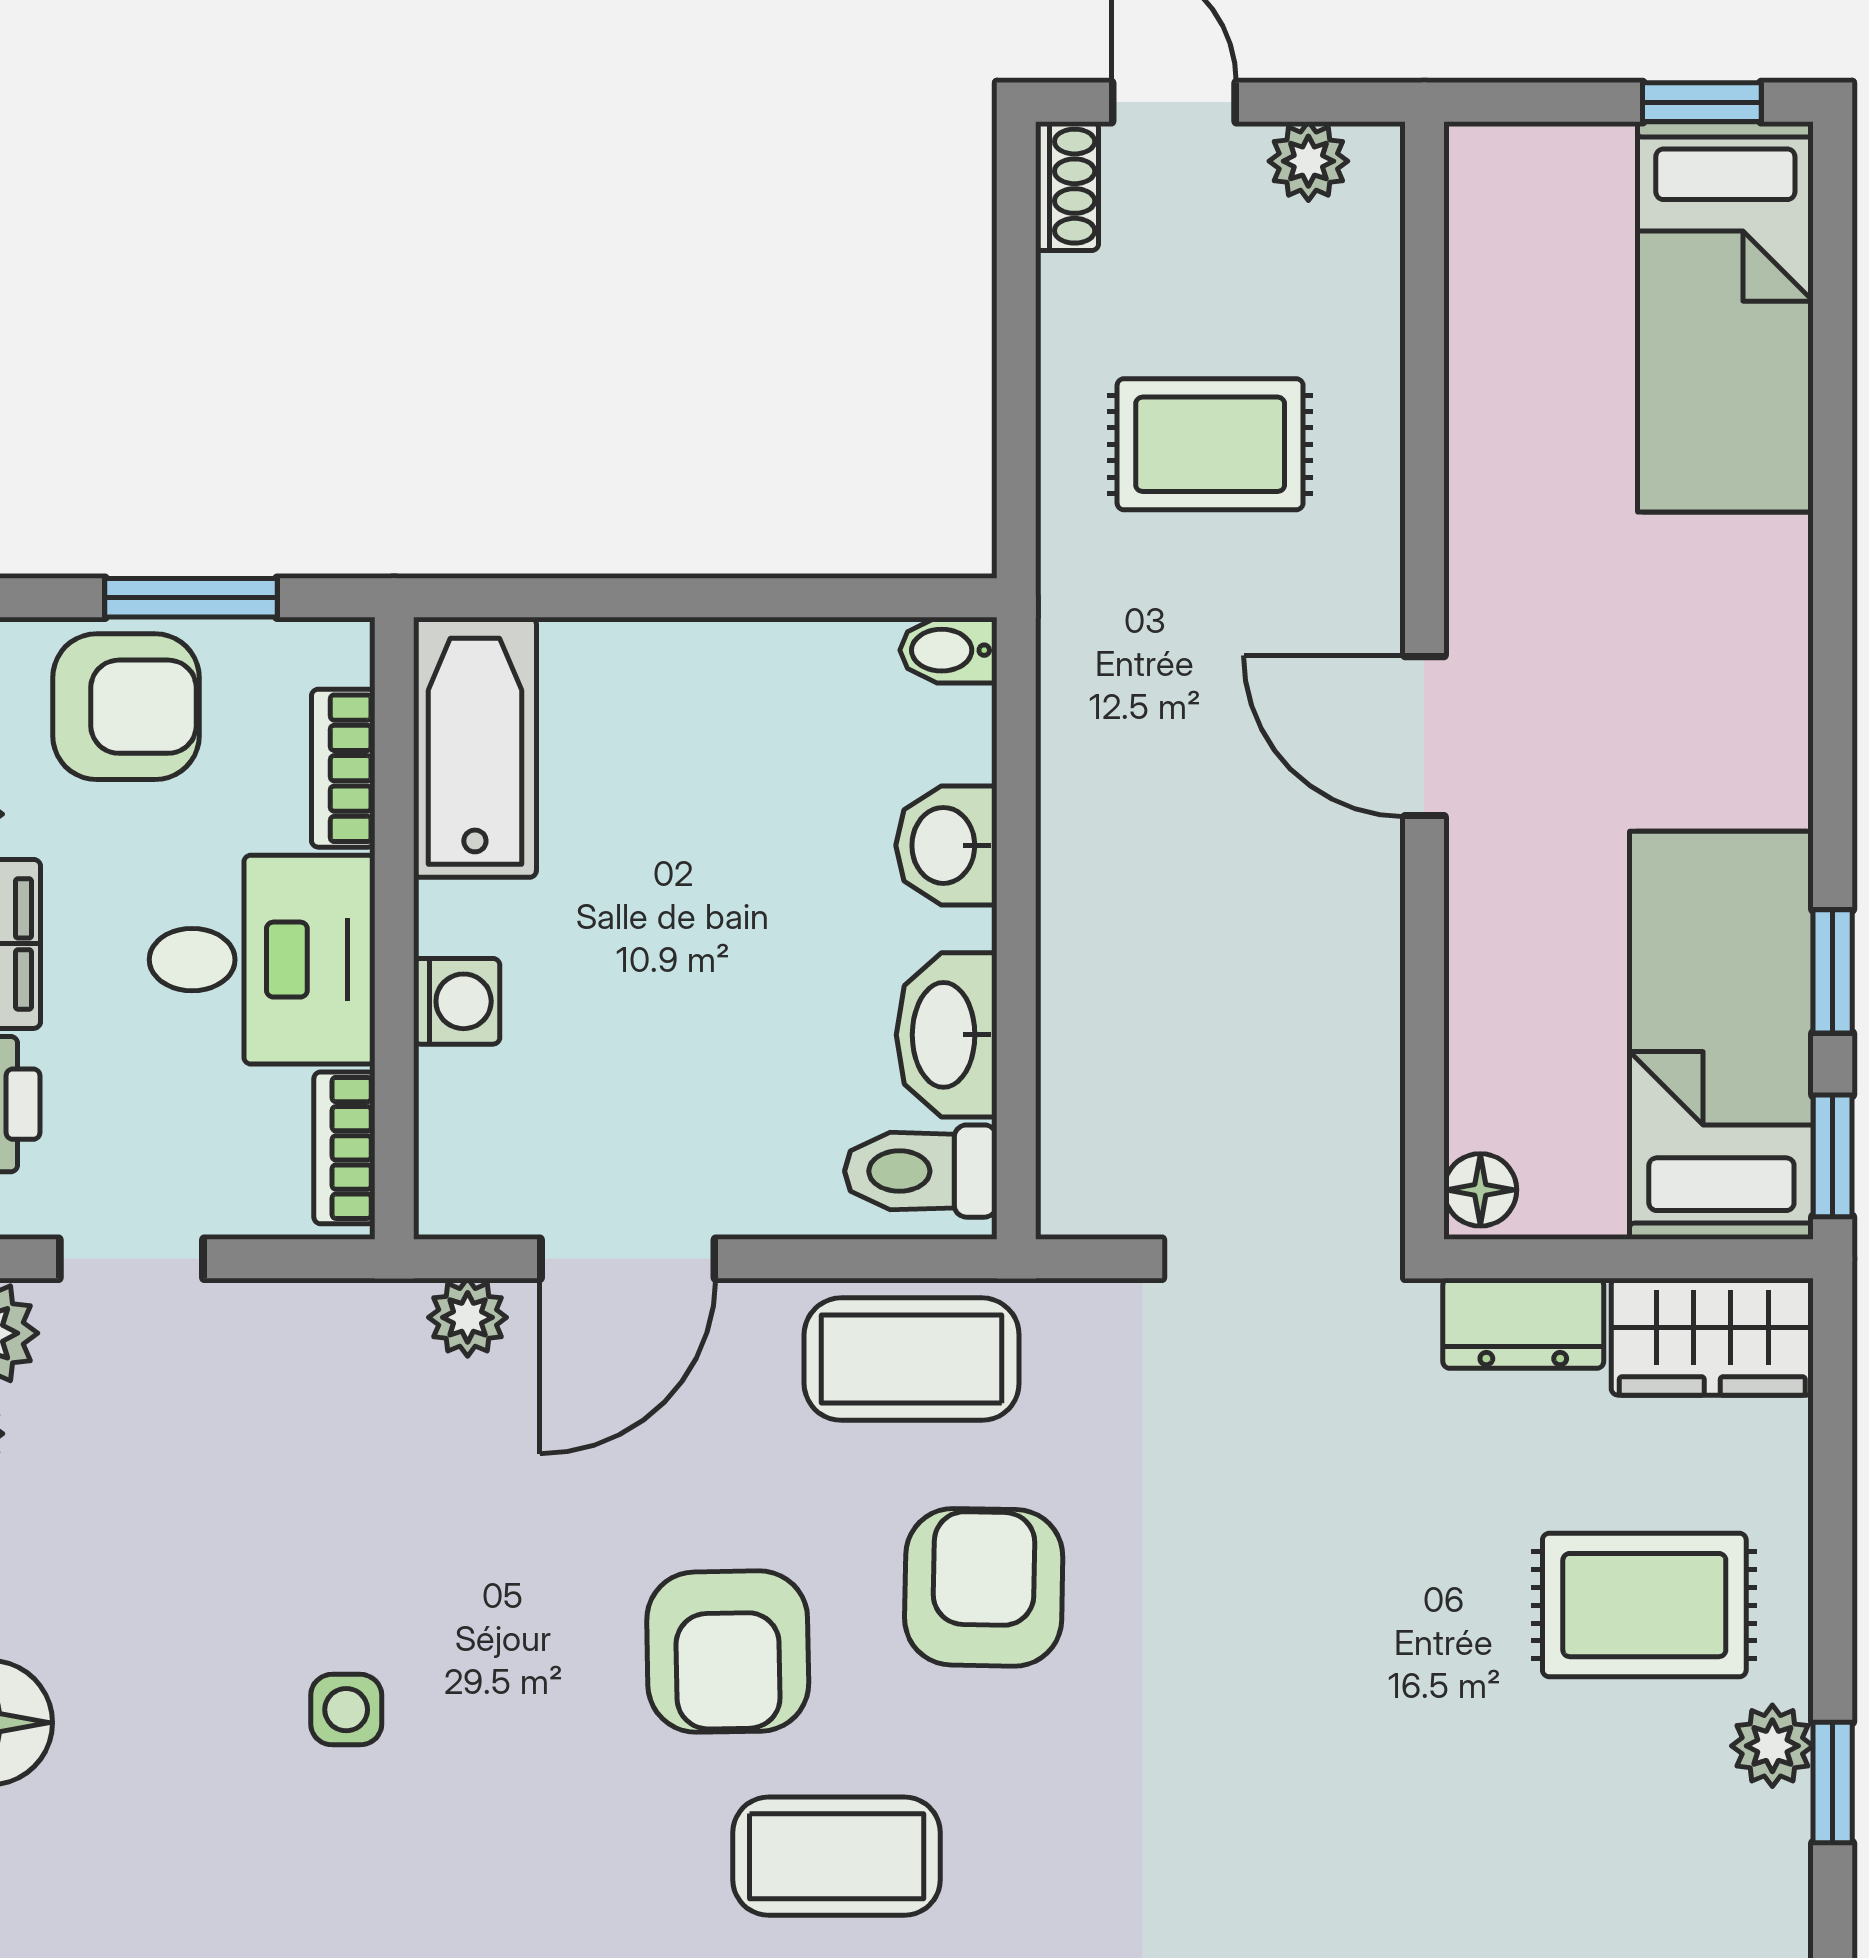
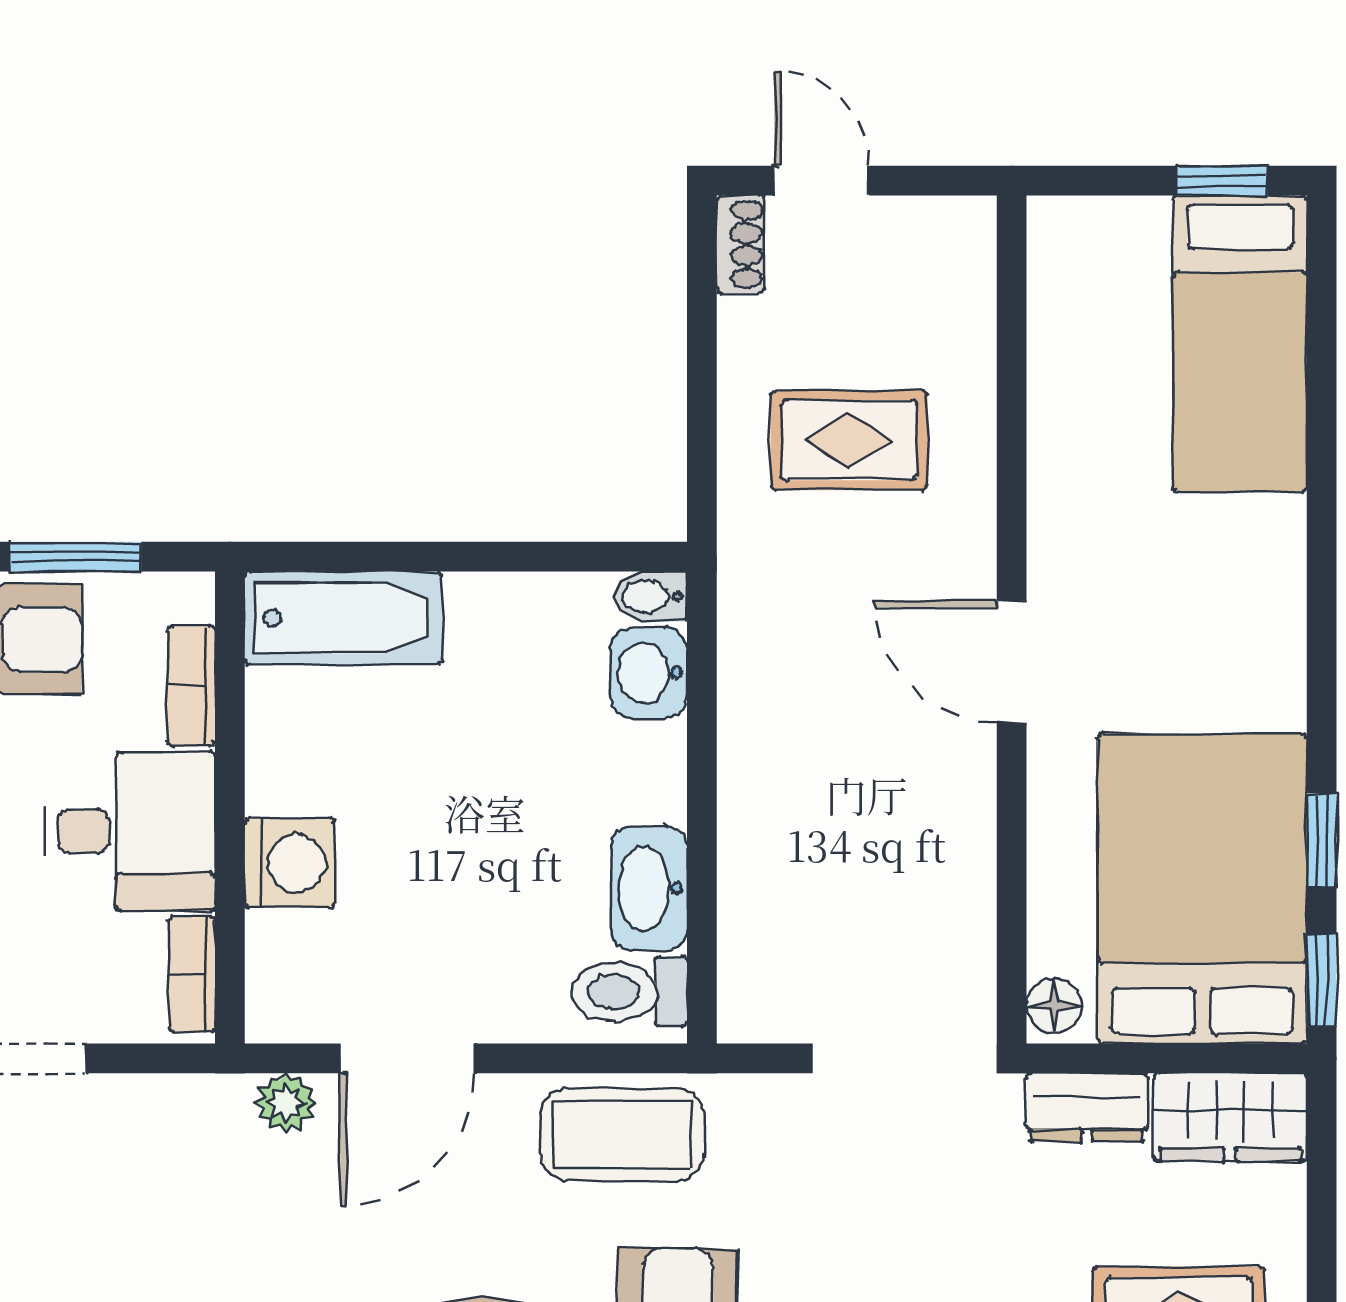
plant: (1308, 161) -> (924, 225), removed
bathtub: (475, 747) -> (343, 618), moved, turned 90
washbasin: (946, 845) -> (649, 673), moved
washing machine: (457, 1001) -> (290, 863), width x1.38, depth x1.38
bed: (1721, 1035) -> (1202, 889), width x1.50

